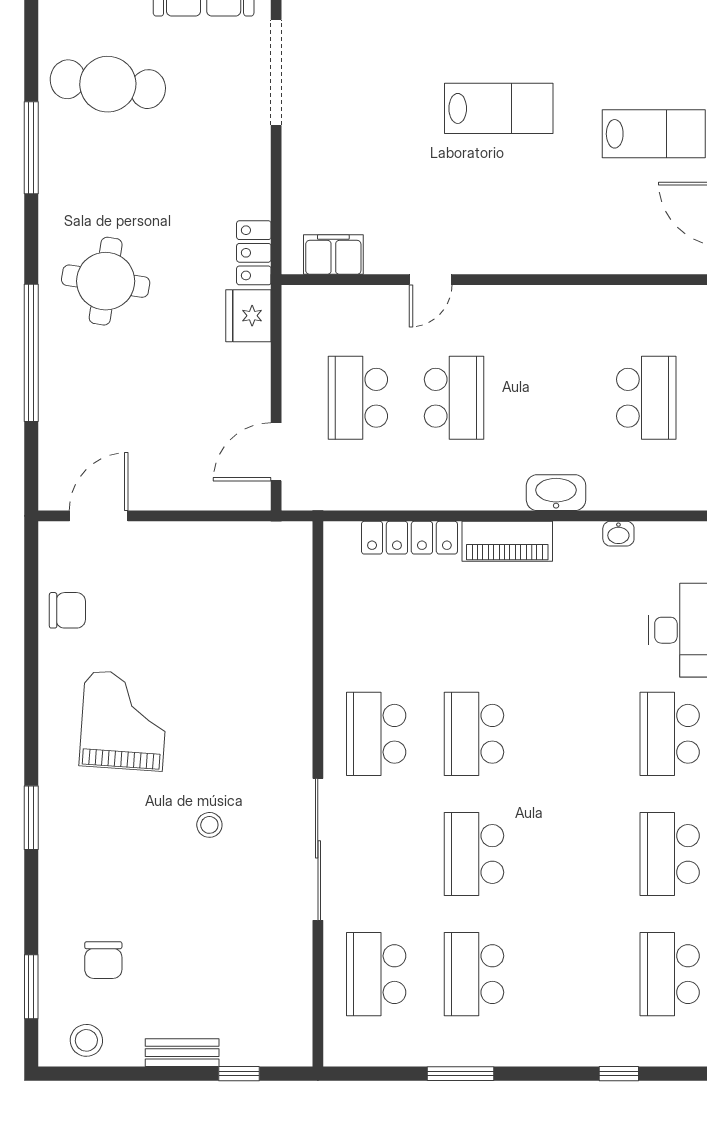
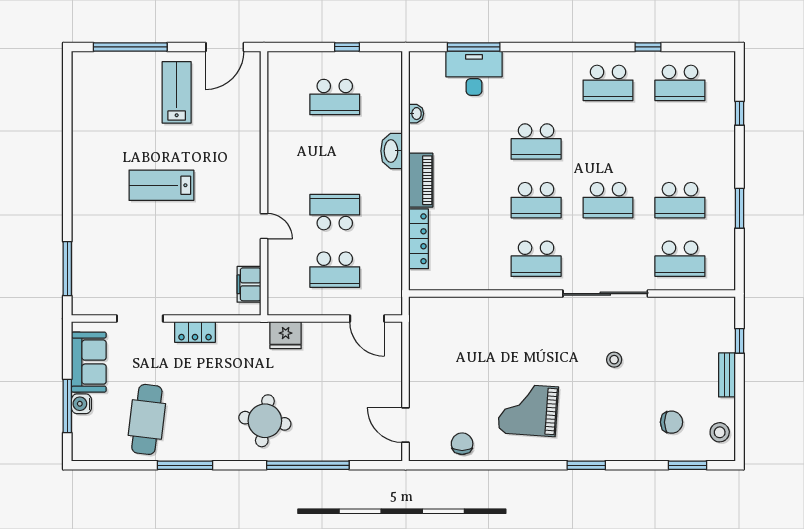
doorway: (276, 72) -> (140, 319), width x0.73
lab bench: (499, 108) -> (161, 185), turned -90
locker: (254, 253) -> (195, 332), moved
school desk: (646, 398) -> (335, 97), turned 180
school desk: (670, 734) -> (536, 142), moved
stool: (209, 825) -> (614, 360), moved

